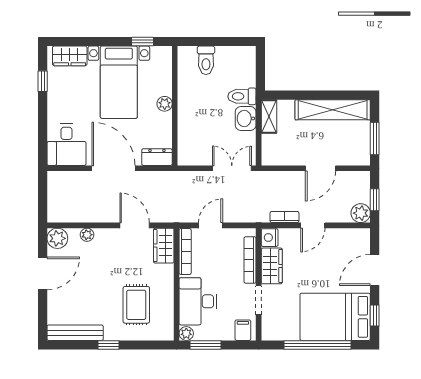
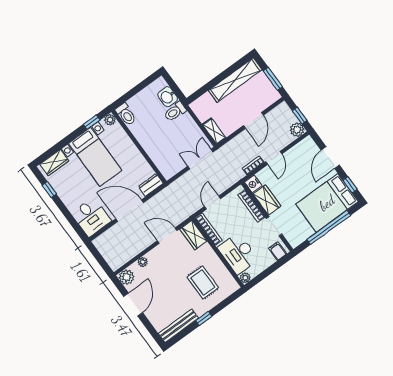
toilet: (206, 60) -> (126, 114), moved
plant: (165, 104) -> (110, 120), moved
shelving: (269, 116) -> (214, 131), moved
washbasin: (246, 118) -> (168, 97), moved
window: (206, 345) -> (262, 276), removed

